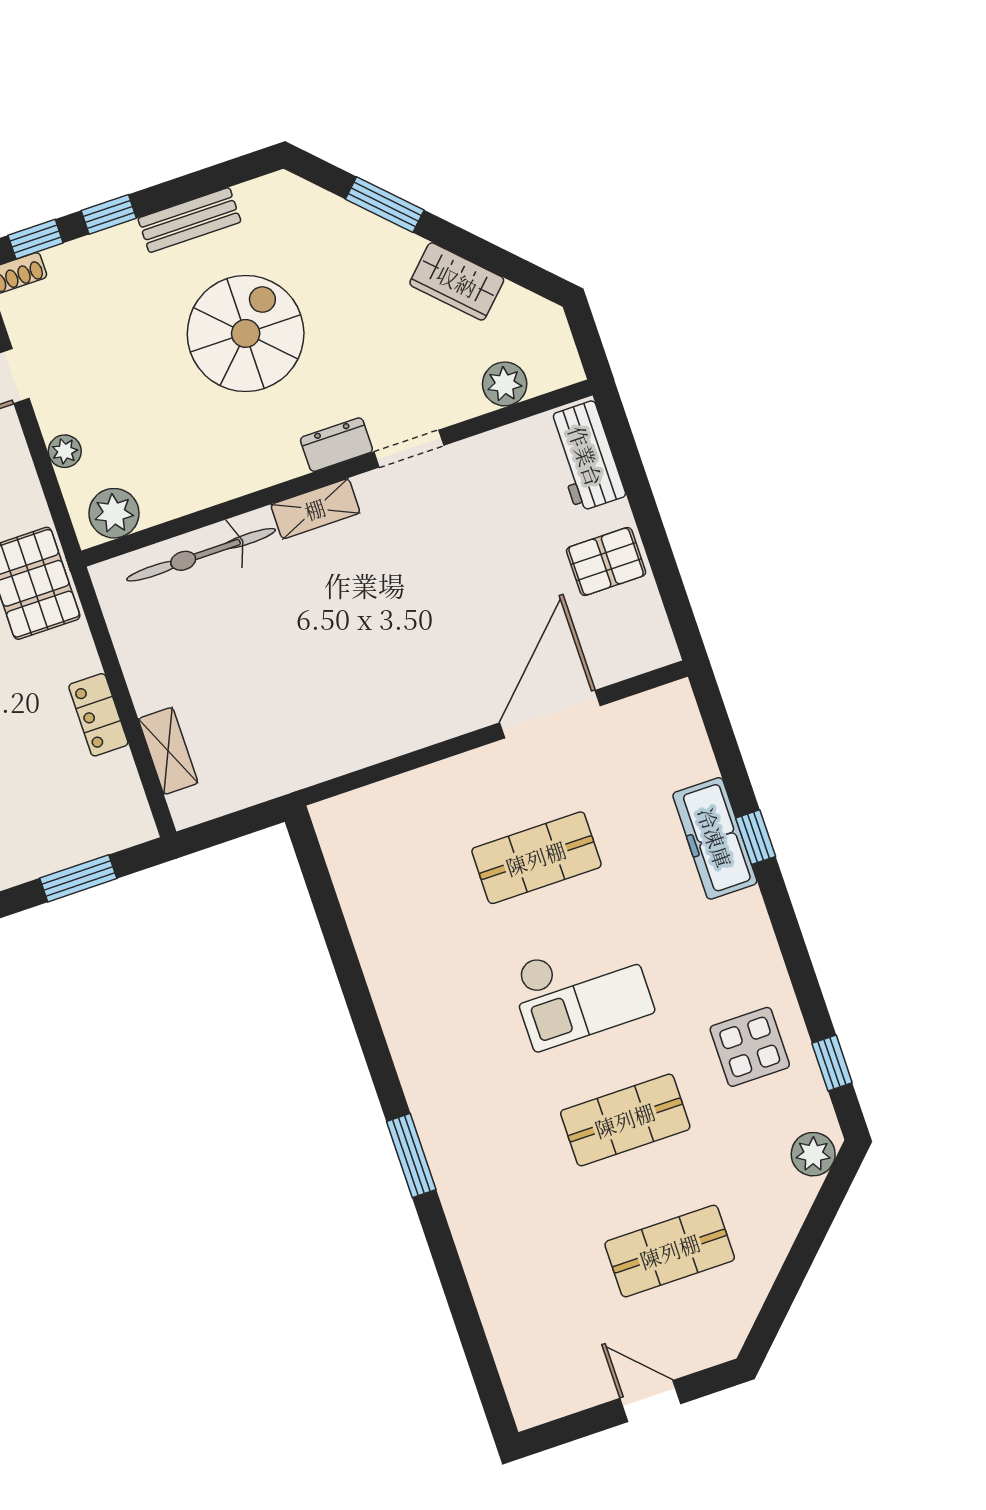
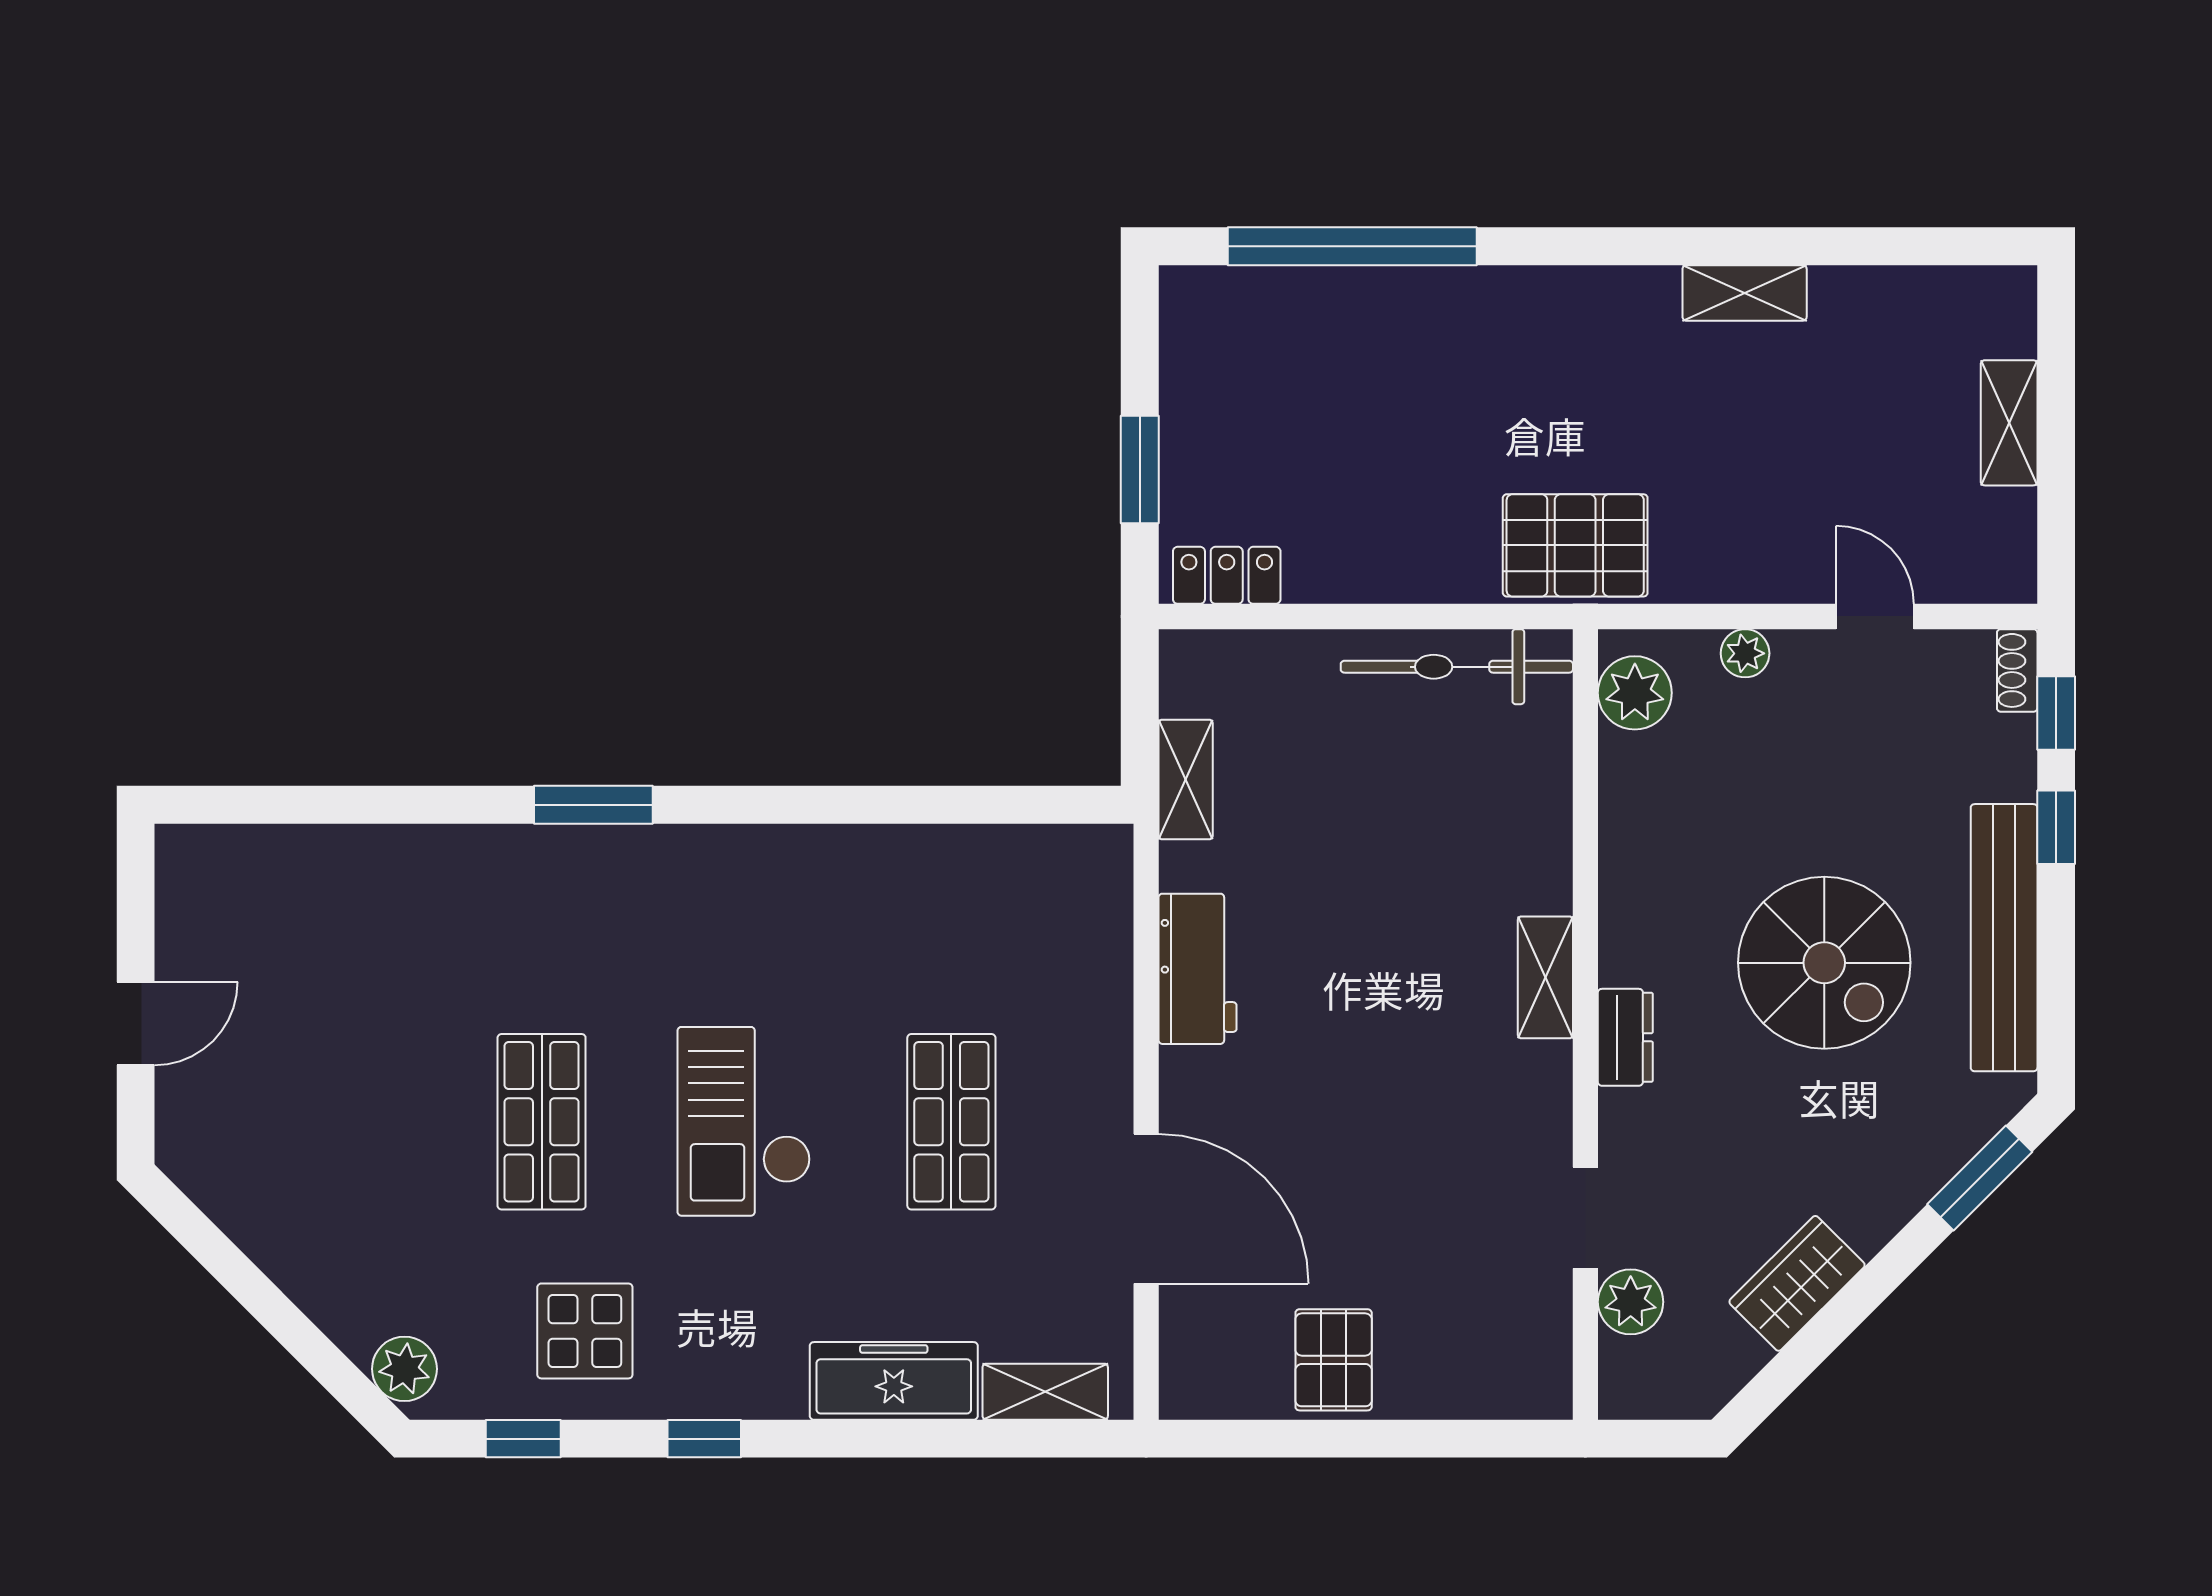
window: (385, 205) -> (1980, 1178), moved
bench: (189, 220) -> (2004, 938), width x1.86, depth x1.21
doorway: (409, 449) -> (1585, 1218), moved
workbench: (586, 456) -> (1198, 969), moved, turned 90
bicycle: (201, 555) -> (1457, 667), moved, turned -90
locker: (98, 715) -> (1227, 575), moved
shelving: (689, 739) -> (1045, 1392), added
shelving: (168, 751) -> (1186, 780), moved, turned 90
window: (756, 837) -> (704, 1439), moved
shop shelf: (670, 1251) -> (337, 1122), removed

